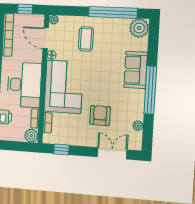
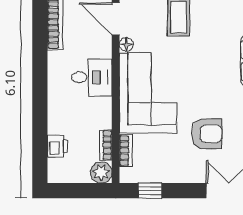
desk: (24, 85) -> (92, 77), width x0.53, depth x0.77
armchair: (100, 116) -> (207, 134), turned 90

